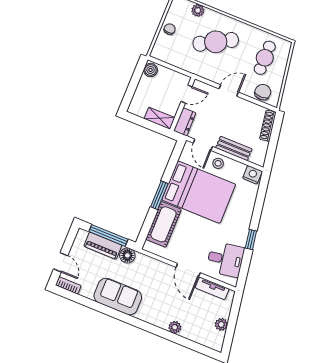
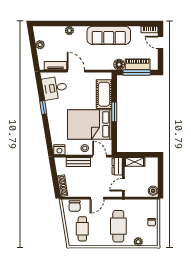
cafe table: (216, 42) -> (118, 226), turned -61
sofa: (118, 297) -> (109, 35), width x1.36

